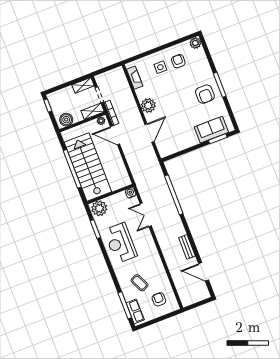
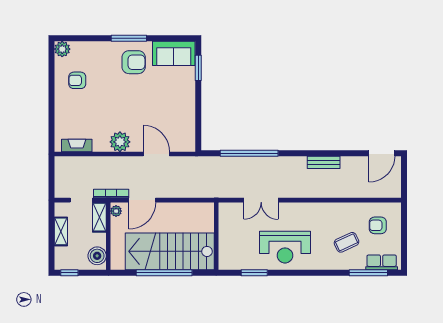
side table: (160, 67) -> (76, 107), removed
shelving: (83, 85) -> (61, 231), moved
sofa: (211, 130) -> (174, 53), moved, turned -90
water cooler: (131, 193) -> (225, 209), removed
plant: (99, 208) -> (229, 257), removed
door: (204, 272) -> (382, 153), moved

